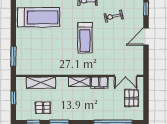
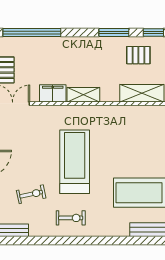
treadmill: (85, 38) -> (75, 162), width x1.37, depth x1.37

